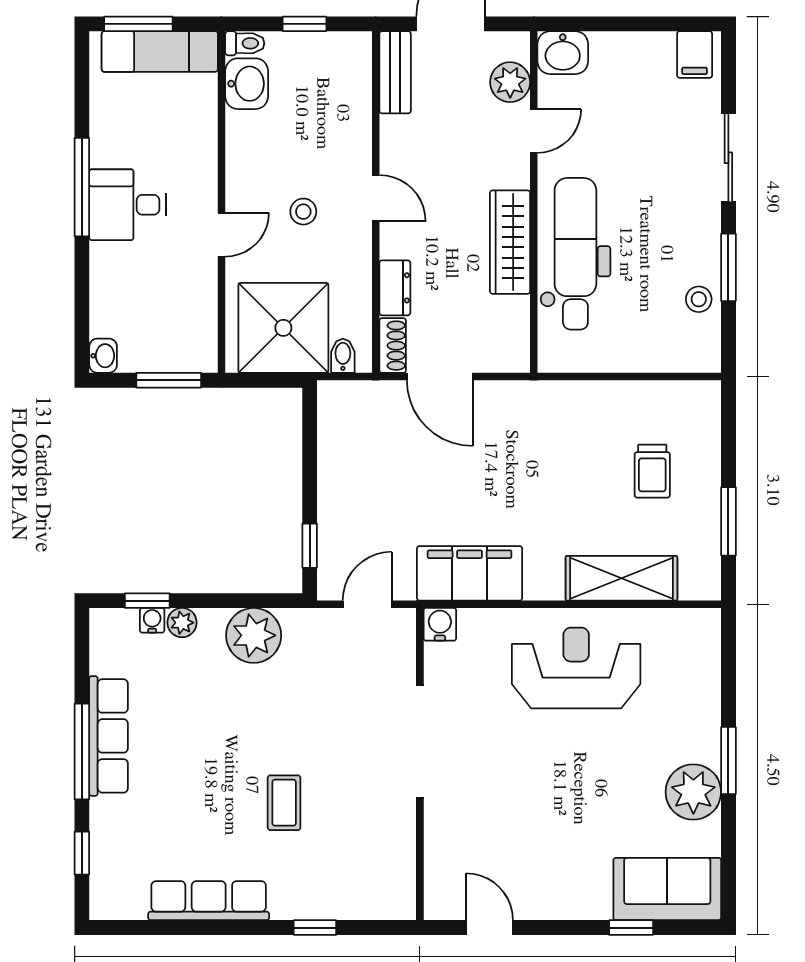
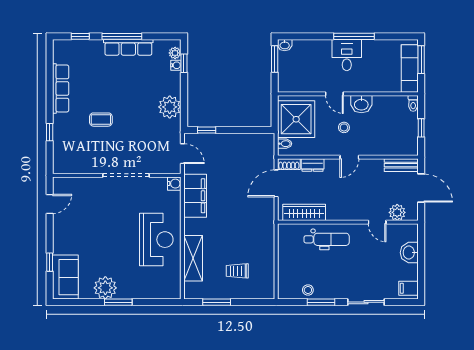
washbasin: (563, 53) -> (409, 253), moved
washbasin: (247, 84) -> (361, 104), moved
wardrobe: (510, 242) -> (304, 212), moved
dental chair: (575, 254) -> (327, 239), width x0.73, depth x0.72
window: (169, 380) -> (275, 59), moved
plant: (182, 623) -> (175, 53), moved

